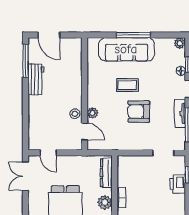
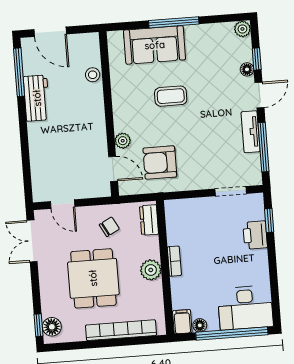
sofa: (126, 49) -> (155, 45), width x0.73
armchair: (139, 112) -> (160, 162), moved
stool: (75, 114) -> (93, 75), moved
chair: (79, 171) -> (109, 227), added
dresser: (106, 173) -> (149, 220), width x0.70

